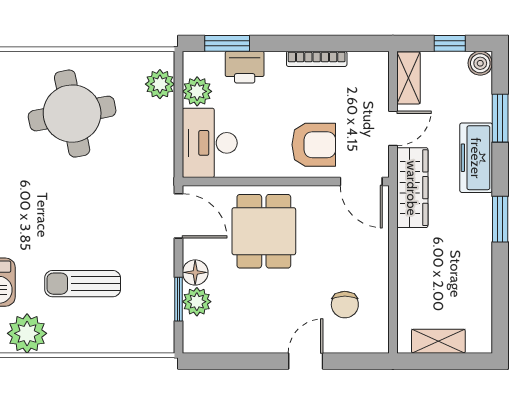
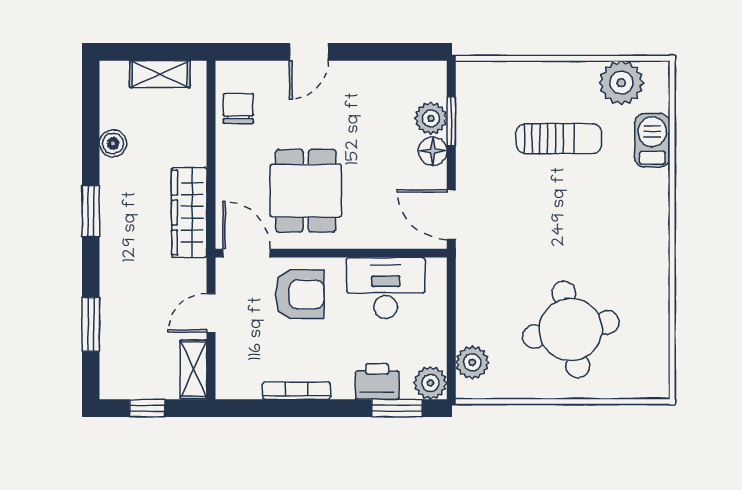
boiler: (480, 63) -> (113, 143), moved
plant: (197, 91) -> (430, 383), moved
desk: (210, 143) -> (386, 288), moved, turned -90
armchair: (314, 145) -> (300, 294), turned 180
freezer: (476, 158) -> (118, 280), removed
wardrobe: (412, 188) -> (189, 213), moved
dining table: (264, 231) -> (306, 191), moved
chair: (345, 305) -> (238, 108), moved

